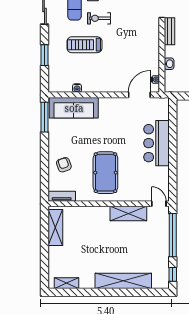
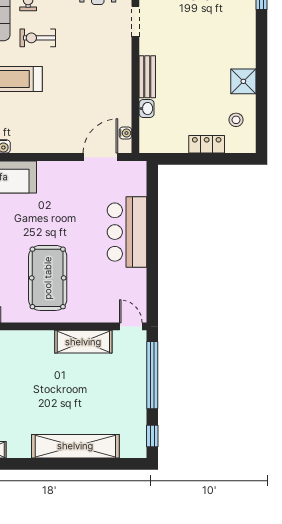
bench: (169, 31) -> (147, 77), moved

